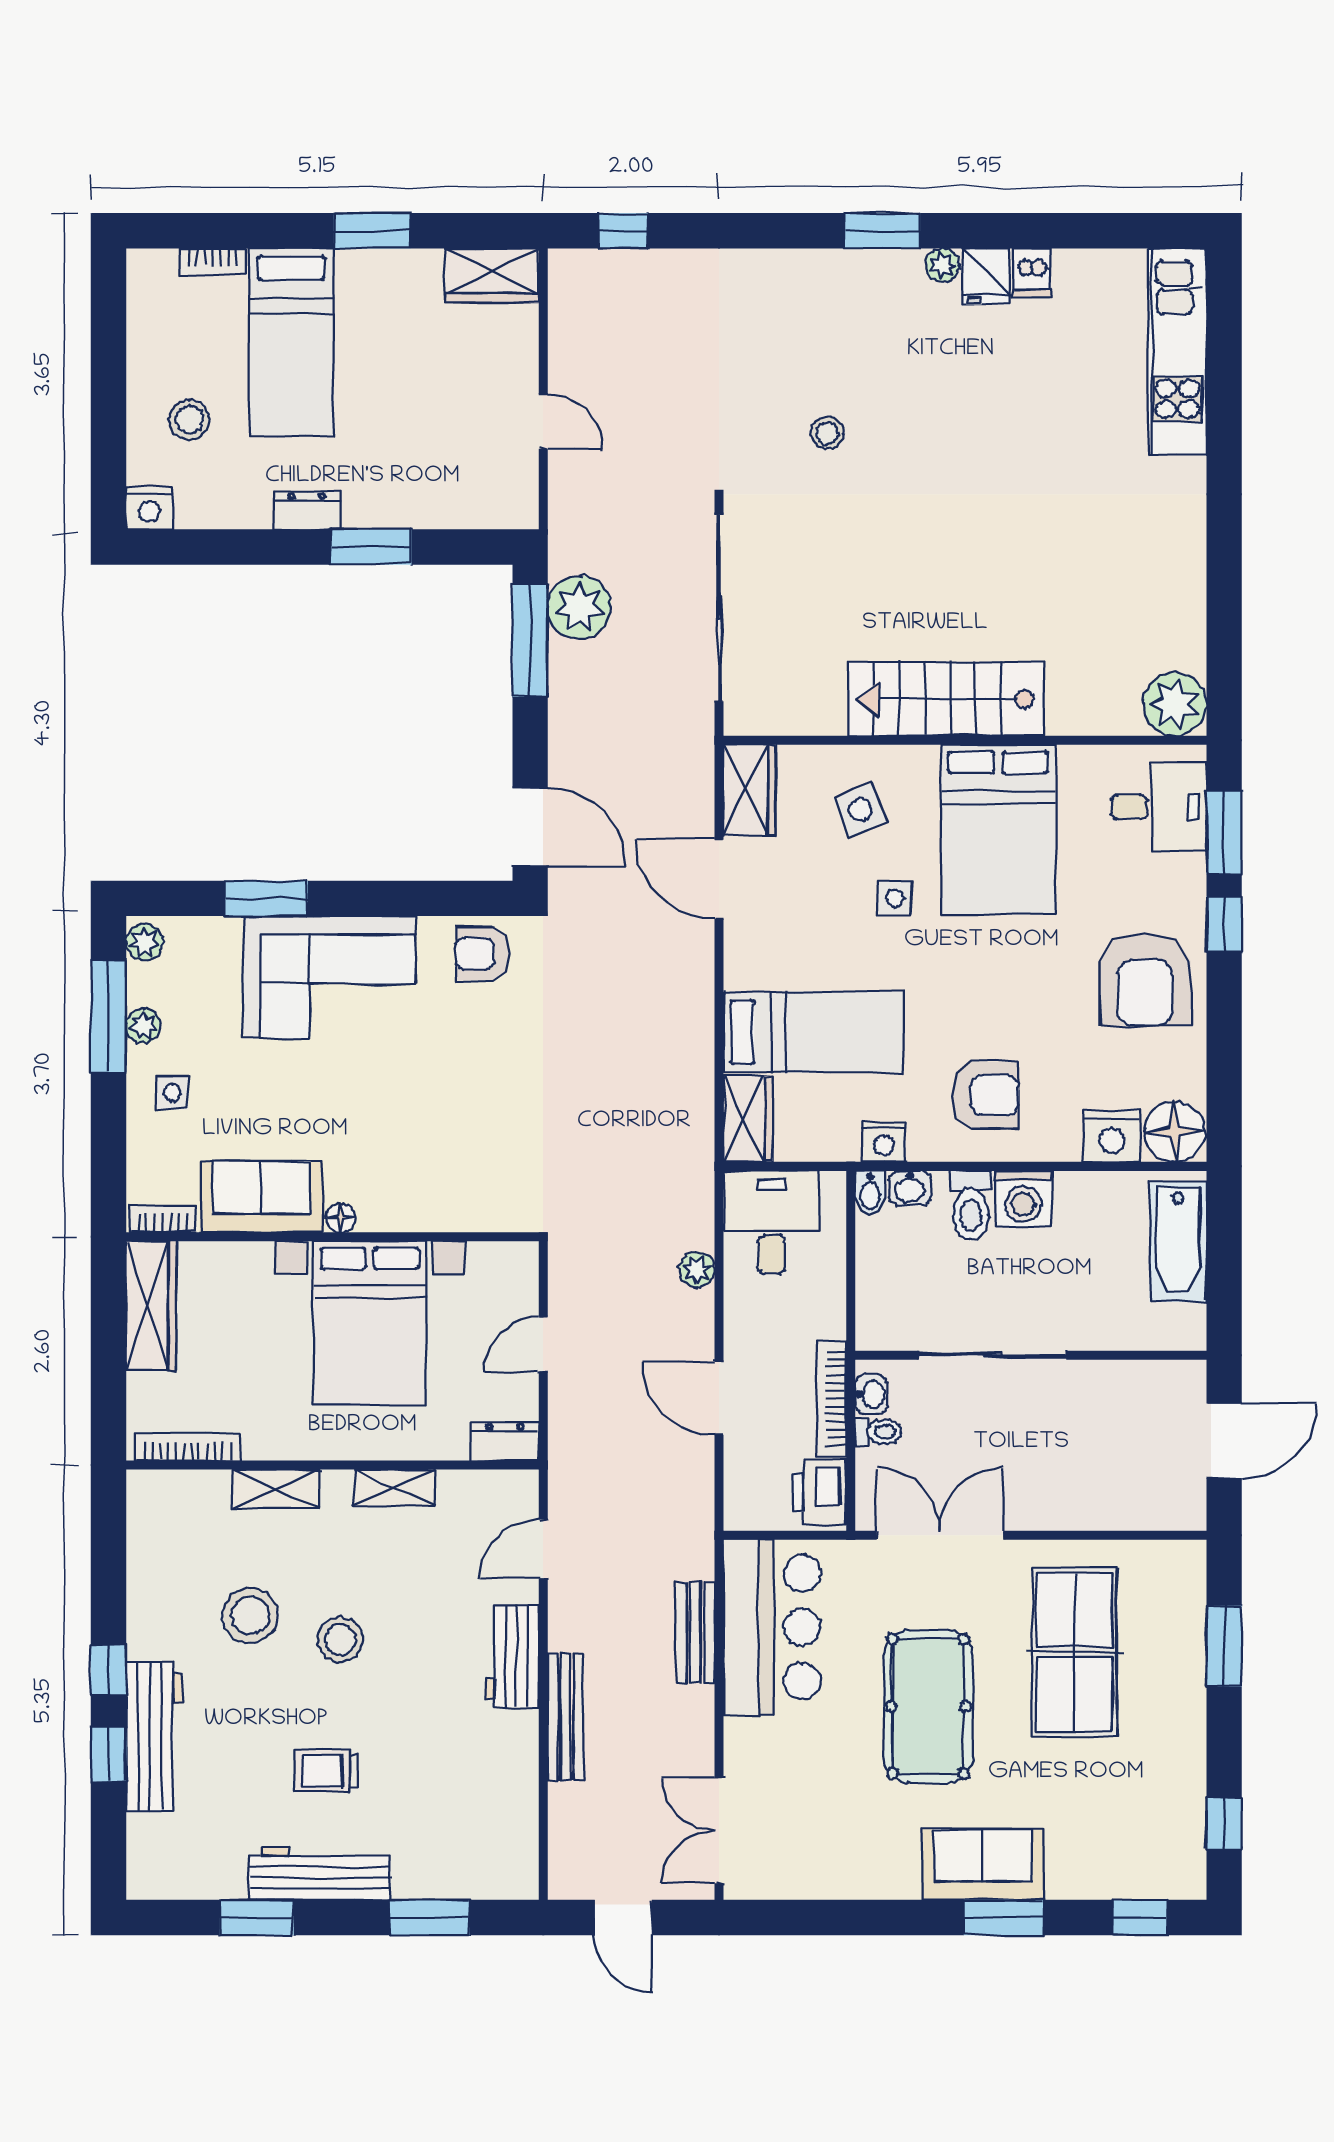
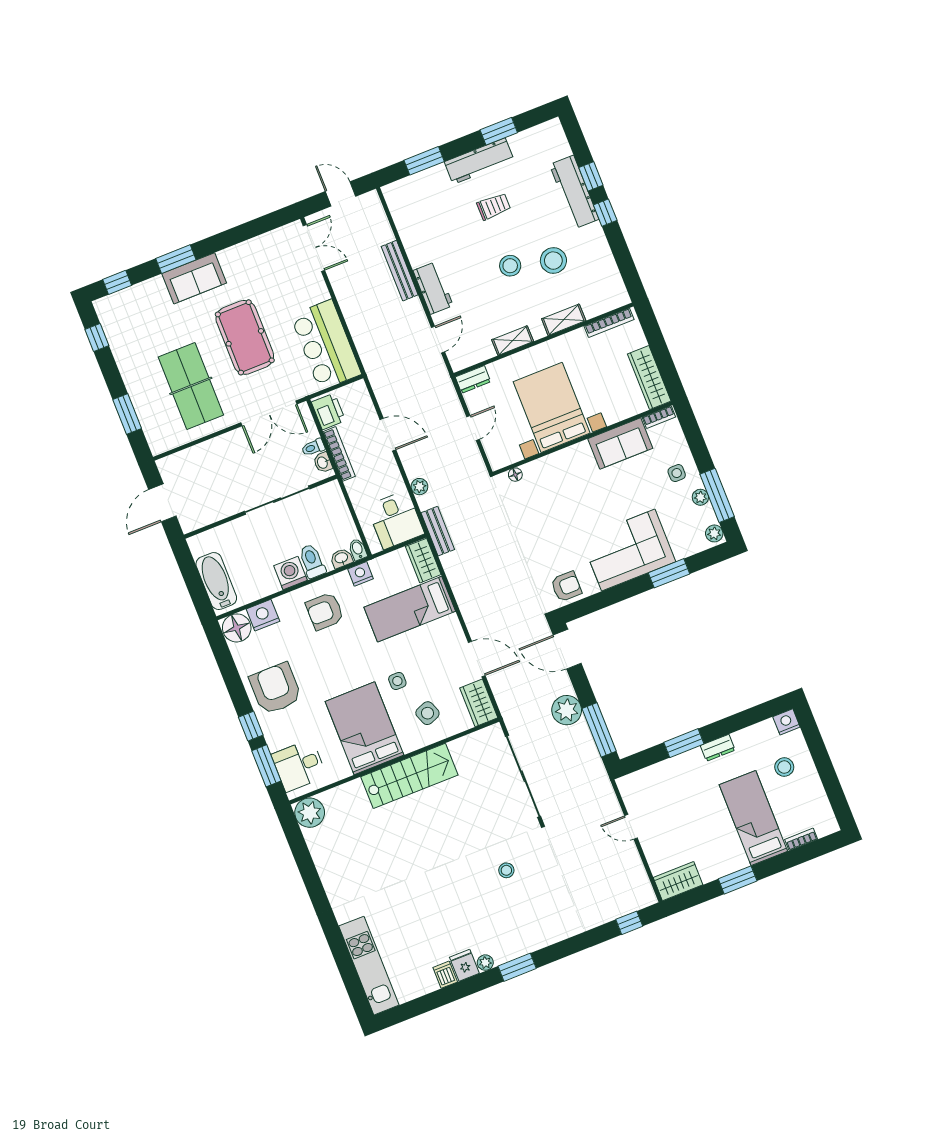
plant: (579, 607) -> (567, 710), moved
floor lamp: (341, 1218) -> (515, 475), moved
bench: (695, 1633) -> (438, 531), moved

